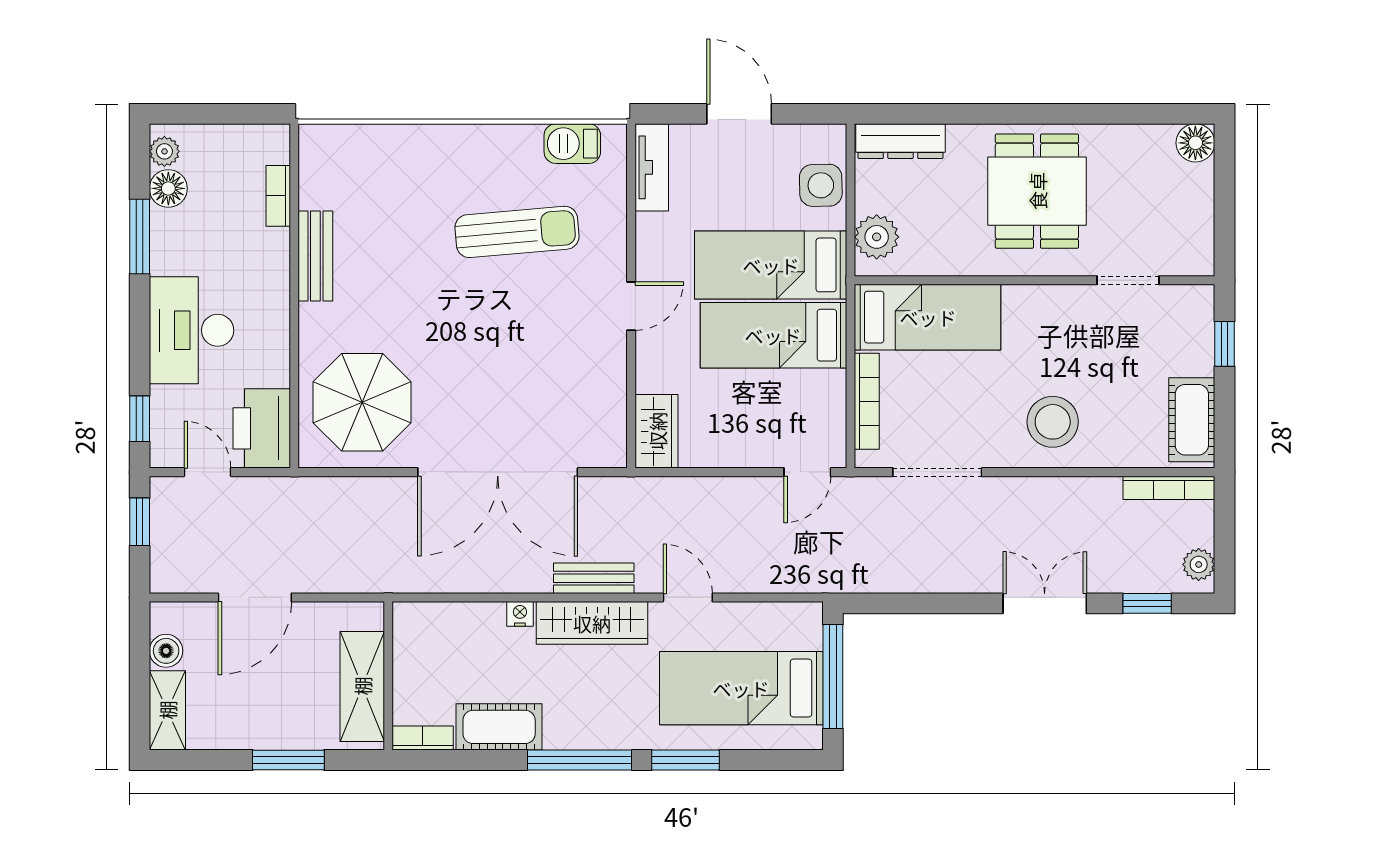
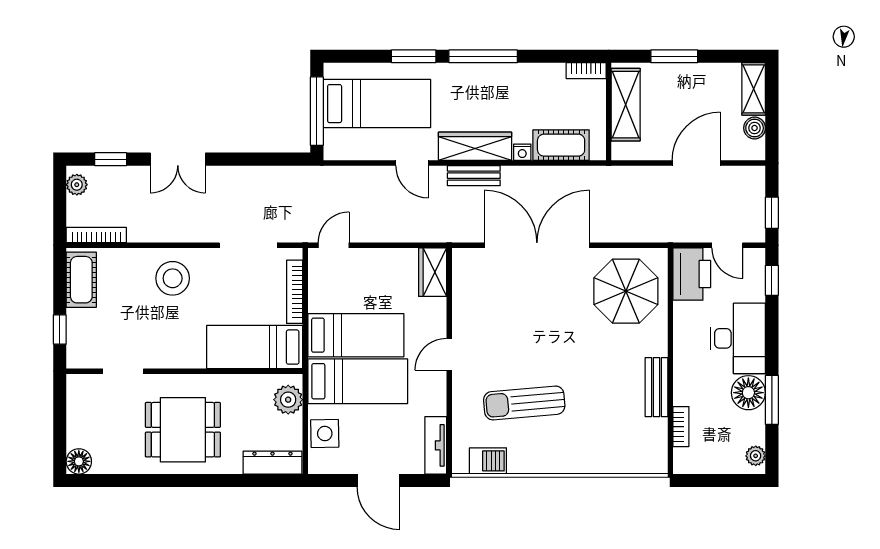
floor lamp: (168, 188) -> (748, 393), moved, width x1.38, depth x1.38
dining table: (1037, 191) -> (183, 430), turned 90
cot: (499, 727) -> (561, 145), moved

